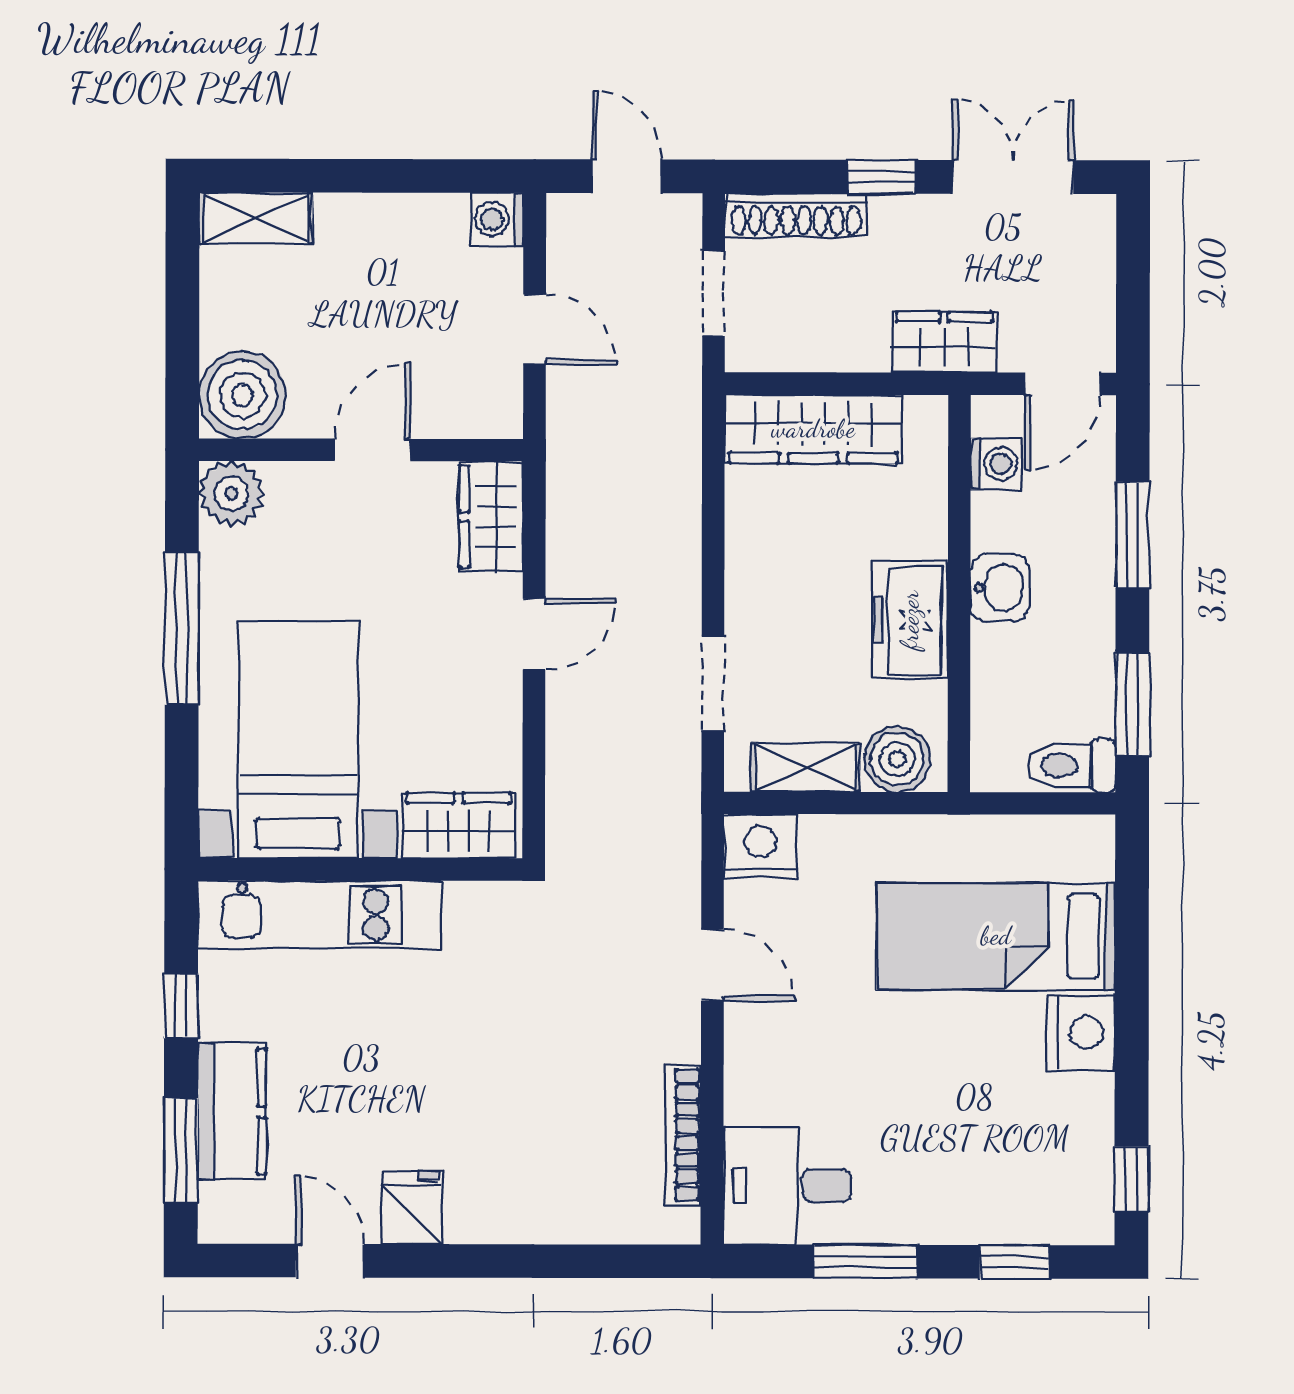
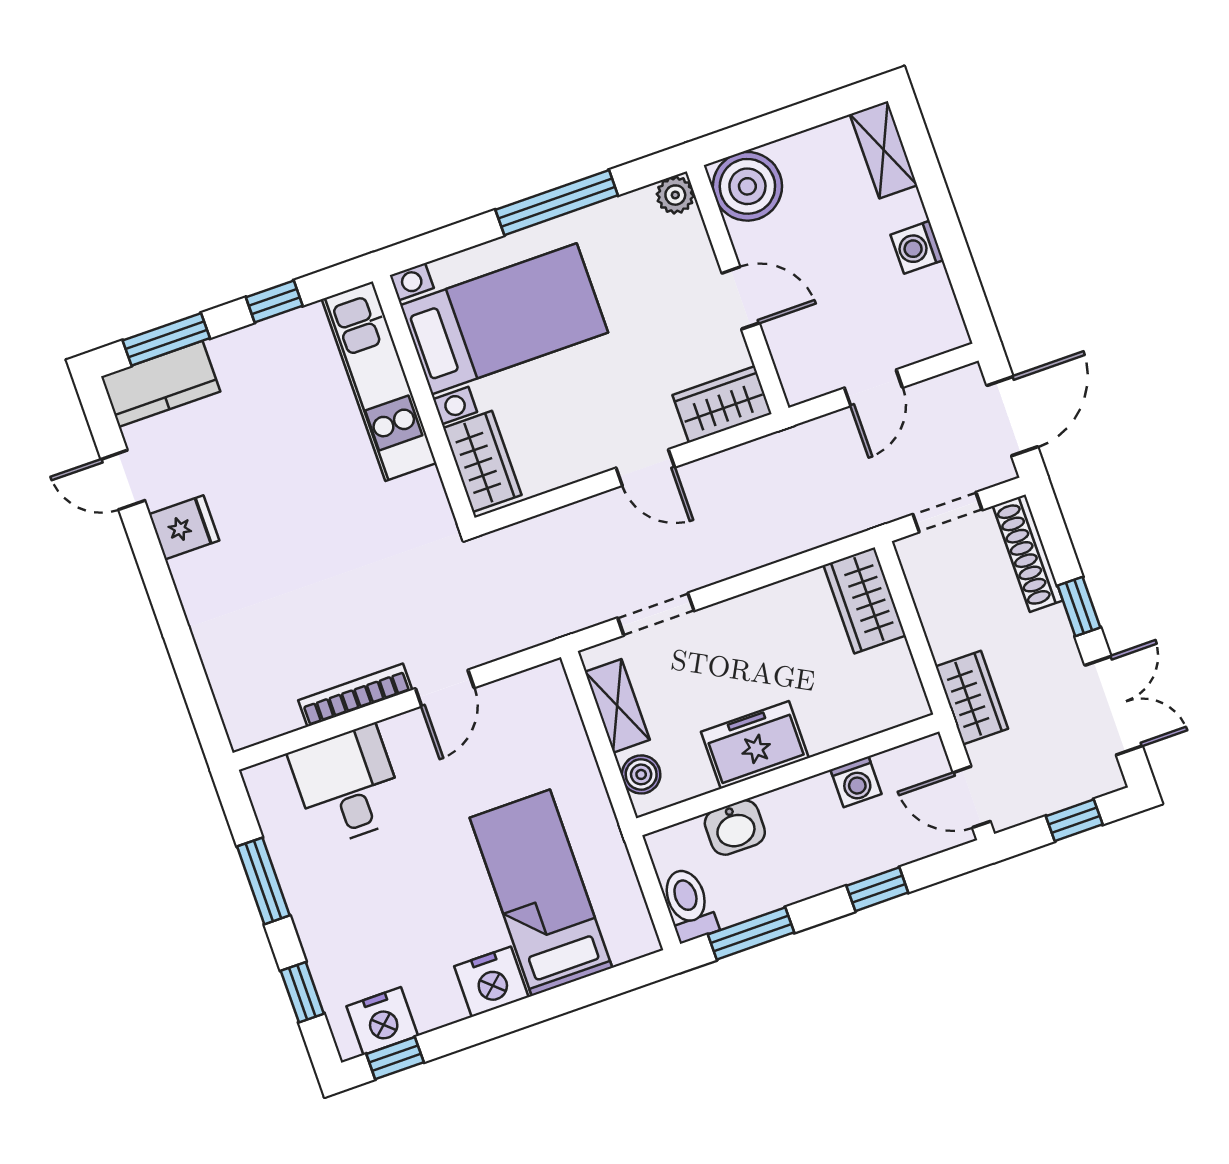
door: (626, 176) -> (1012, 416), width x1.38
washing machine: (497, 219) -> (917, 247), moved, turned -90
window: (1133, 272) -> (1074, 820), added
wardrobe: (813, 429) -> (865, 600), width x0.67
washing machine: (996, 464) -> (856, 782), moved
plant: (231, 493) -> (675, 195), width x0.73, depth x0.73
window: (1133, 535) -> (877, 889), width x0.67
washbasin: (1000, 588) -> (735, 827), moved
boiler: (897, 759) -> (641, 774), width x0.73, depth x0.73
nightstand: (760, 847) -> (382, 1021), moved, turned 90
kitchen counter: (232, 1111) -> (161, 384), moved
bookcase: (683, 1135) -> (355, 695), moved
desk: (787, 1185) -> (347, 785), moved
door: (330, 1261) -> (123, 480), swing flipped

